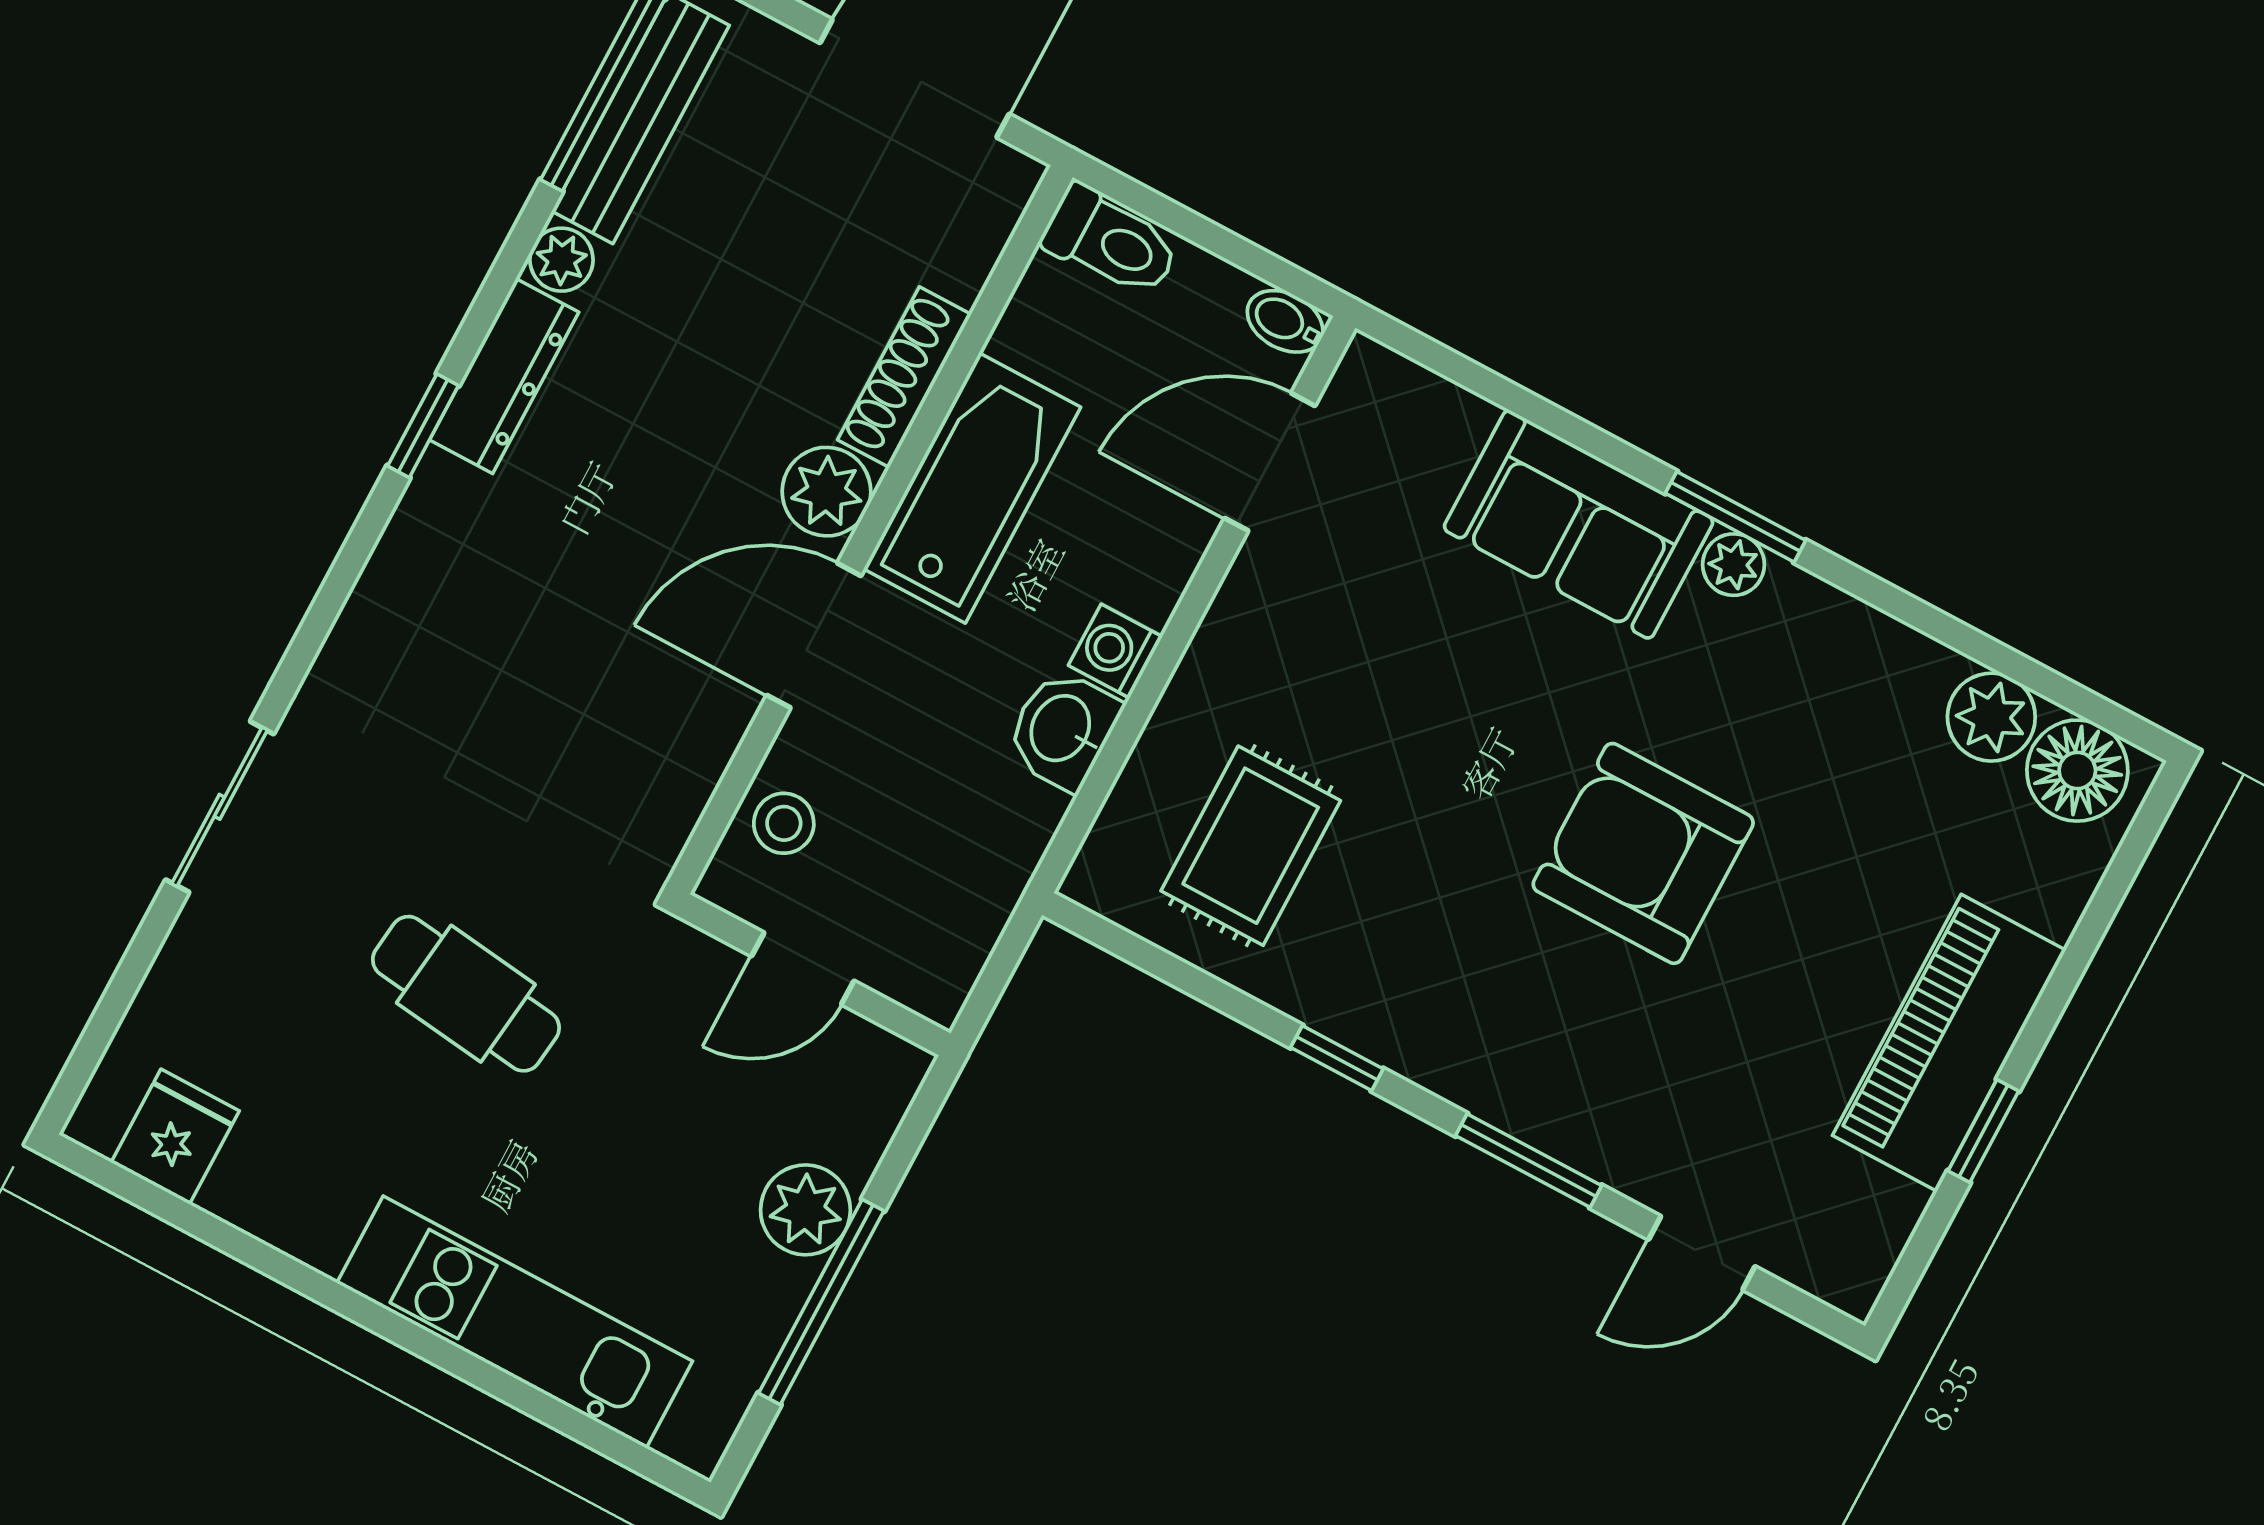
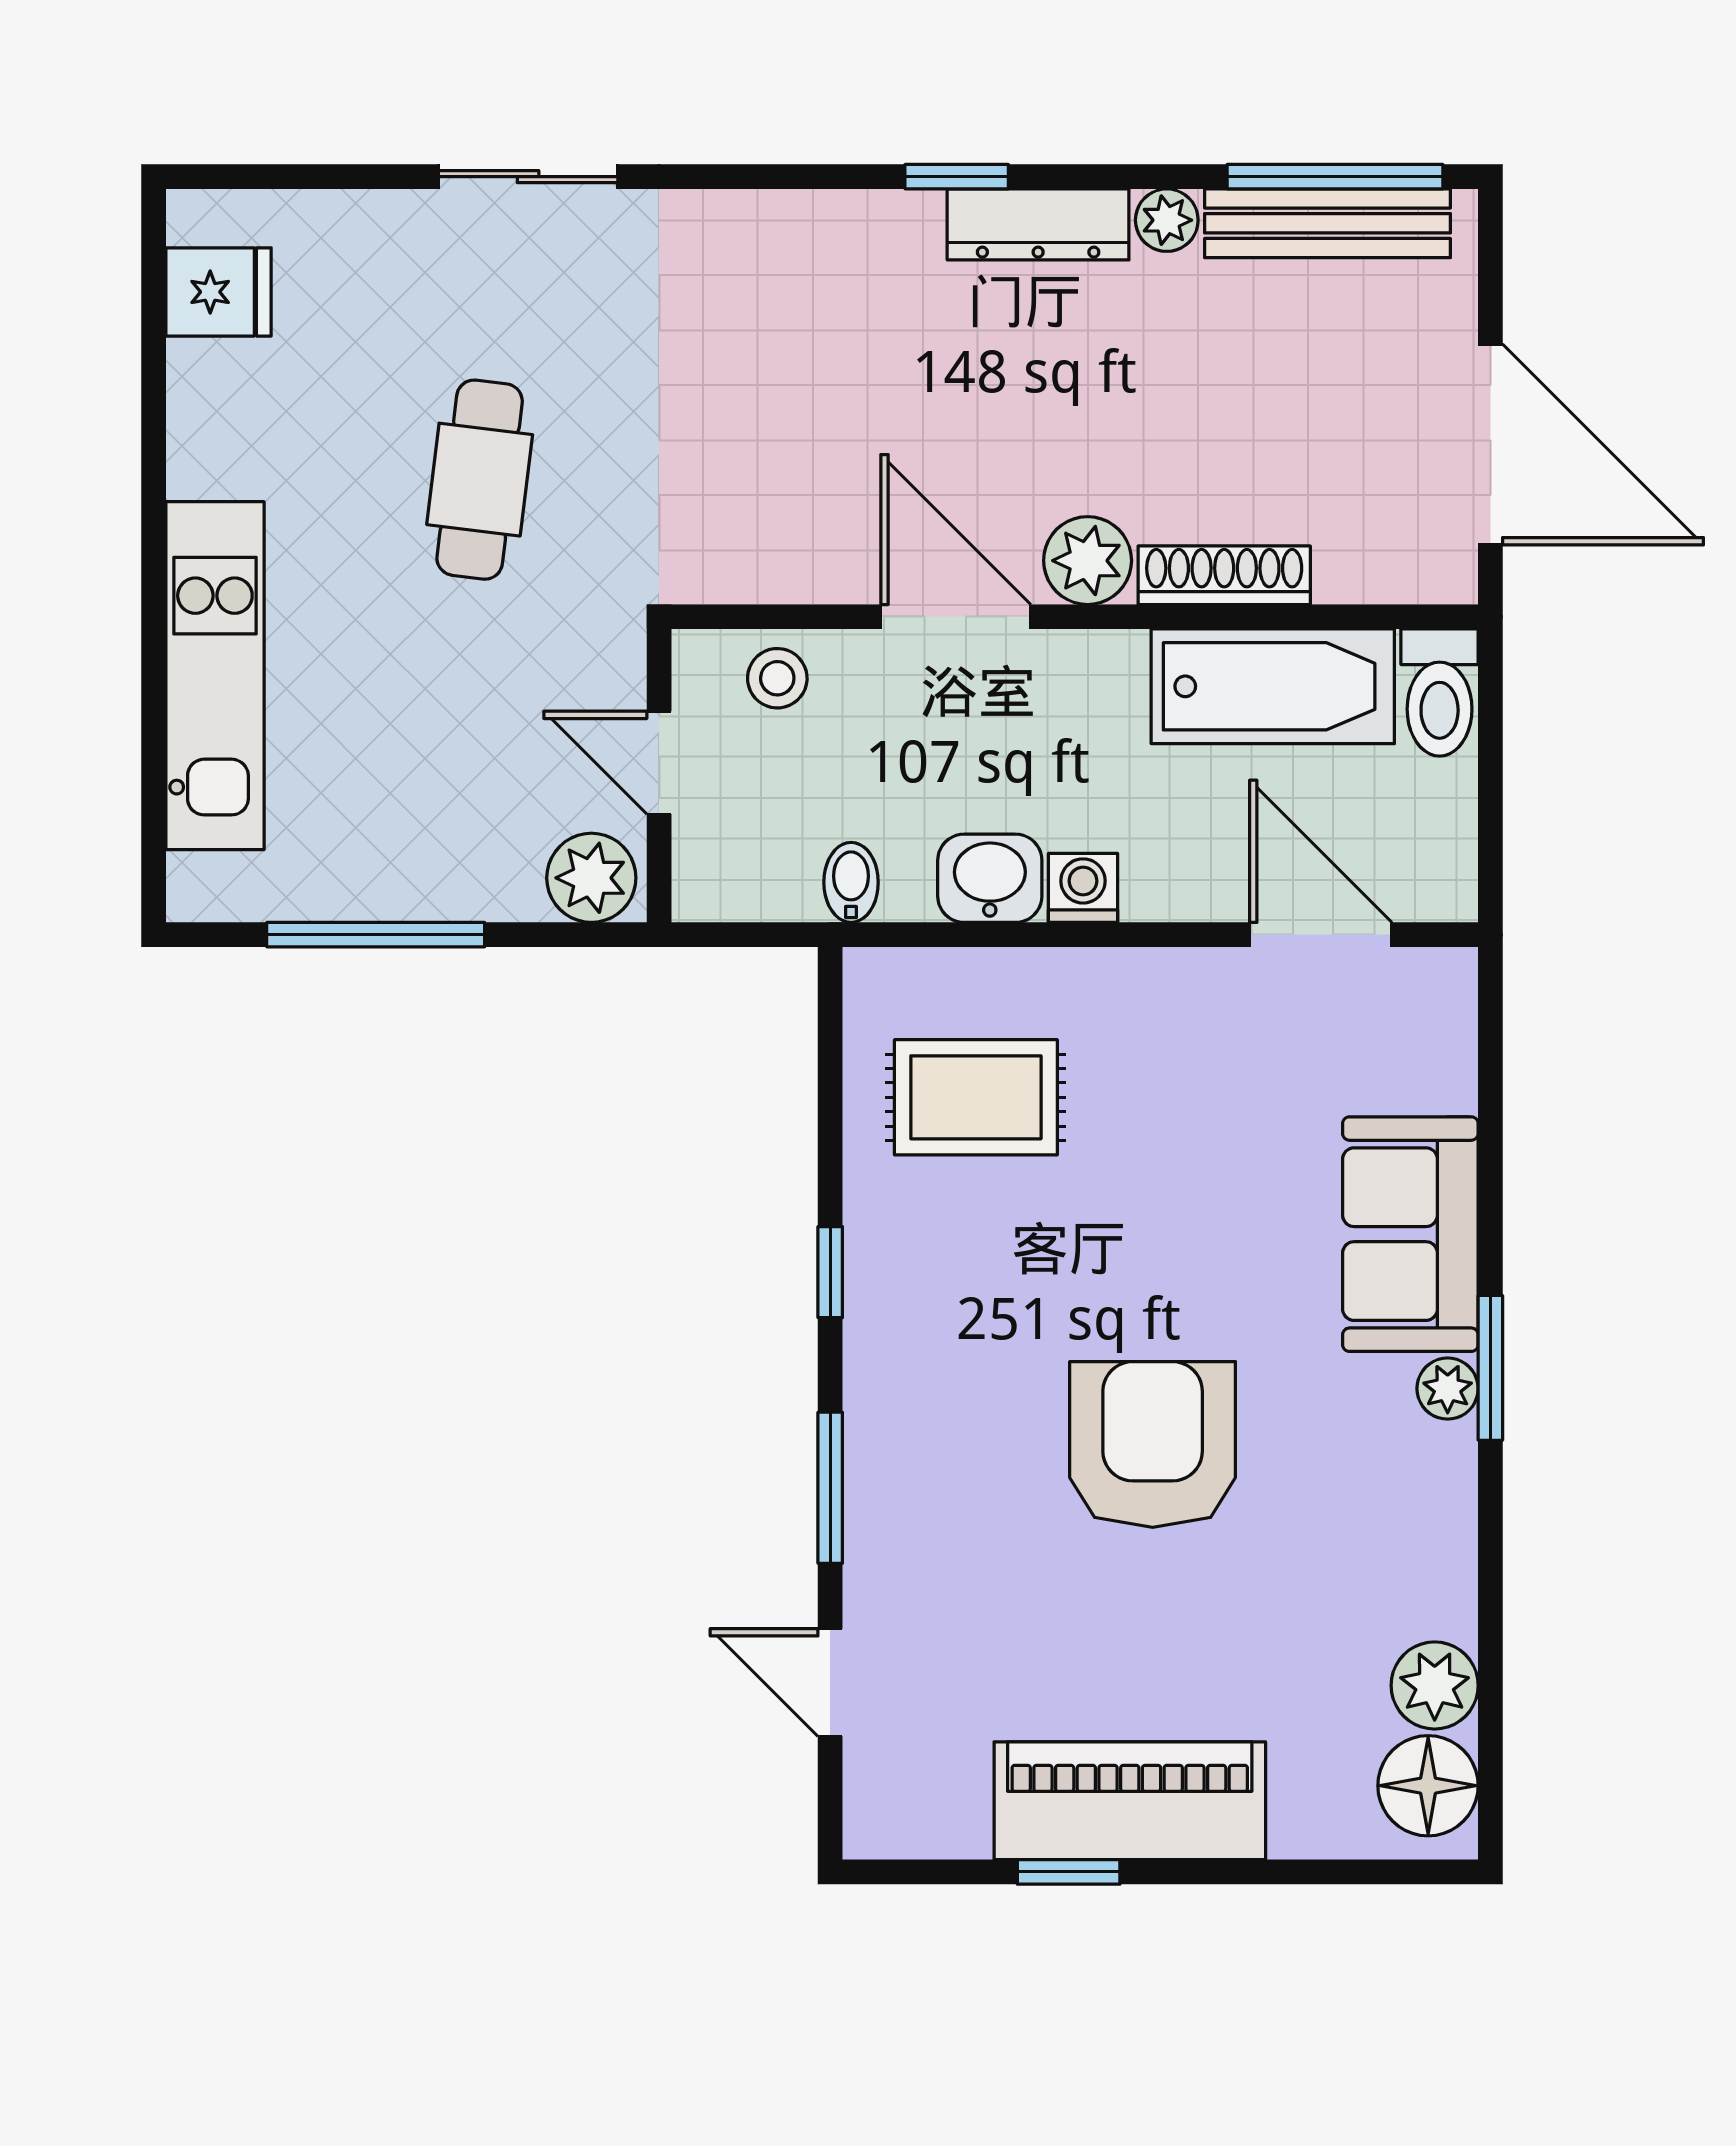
bidet: (1285, 321) -> (851, 882), moved
bathtub: (972, 488) -> (1273, 686), moved
plant: (805, 1210) -> (591, 878), moved

